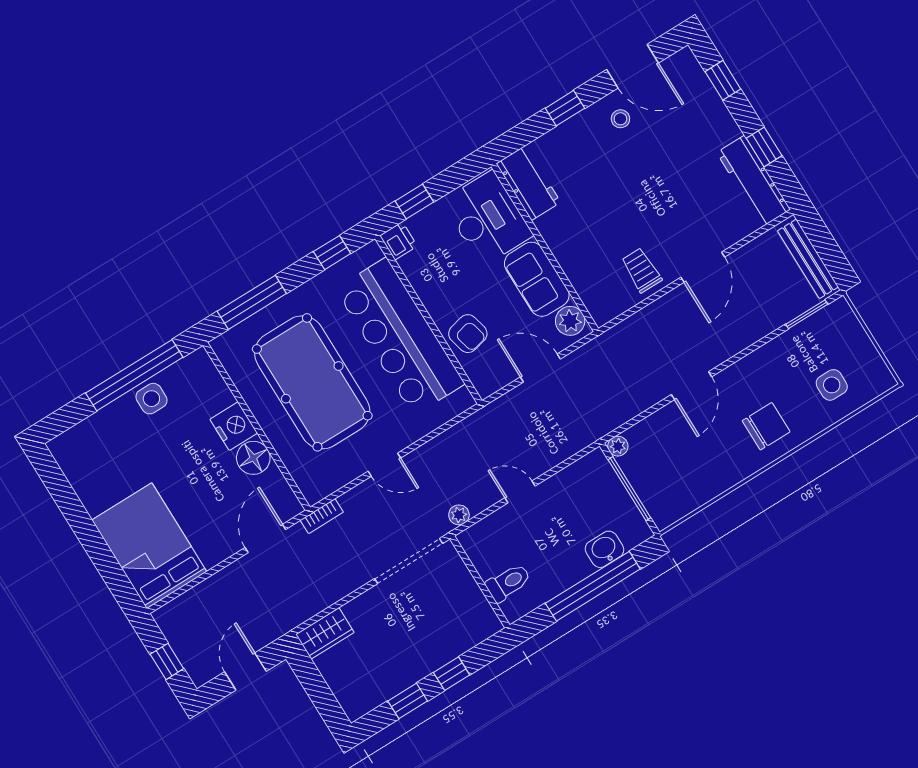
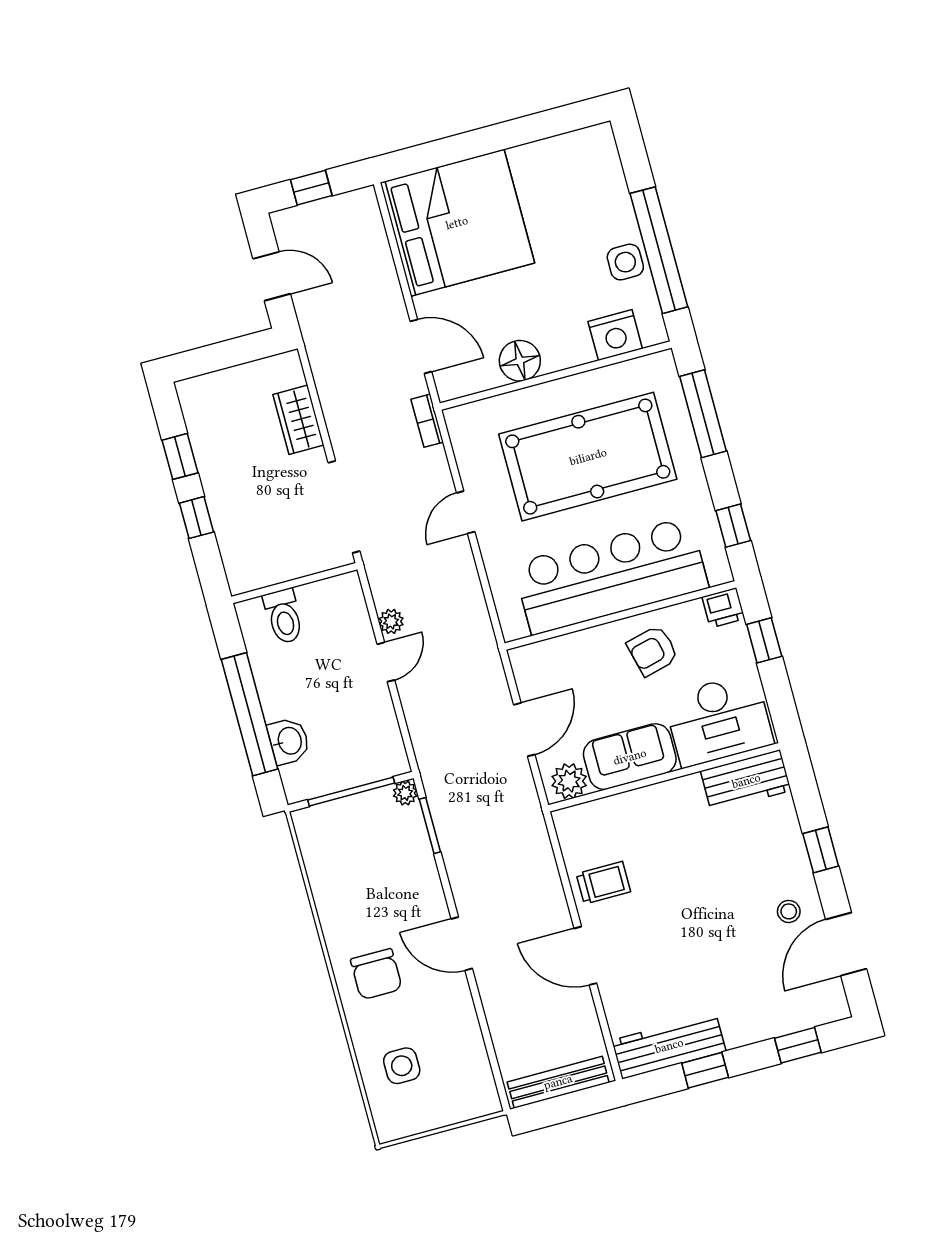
window: (807, 314) -> (430, 826), moved
armchair: (468, 334) -> (653, 651), moved
door: (691, 386) -> (462, 944), moved
nightstand: (234, 426) -> (615, 335), moved
plant: (459, 515) -> (391, 621), moved
bed: (149, 546) -> (457, 223), width x1.36
wardrobe: (325, 633) -> (298, 420), moved

